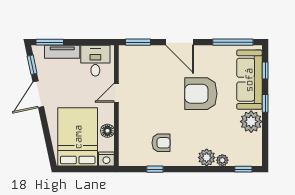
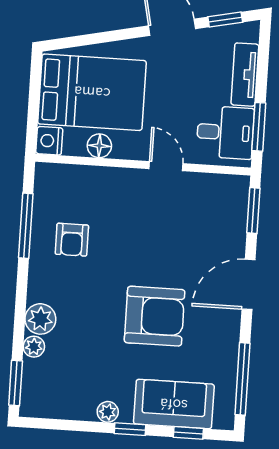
window: (50, 42) -> (259, 127), moved
sofa: (249, 80) -> (174, 404), width x0.73
armchair: (201, 94) -> (155, 316), turned 90
plant: (251, 122) -> (108, 412), width x0.53, depth x0.53
window: (155, 169) -> (26, 226), width x2.17
window: (243, 169) -> (16, 383), width x1.50

